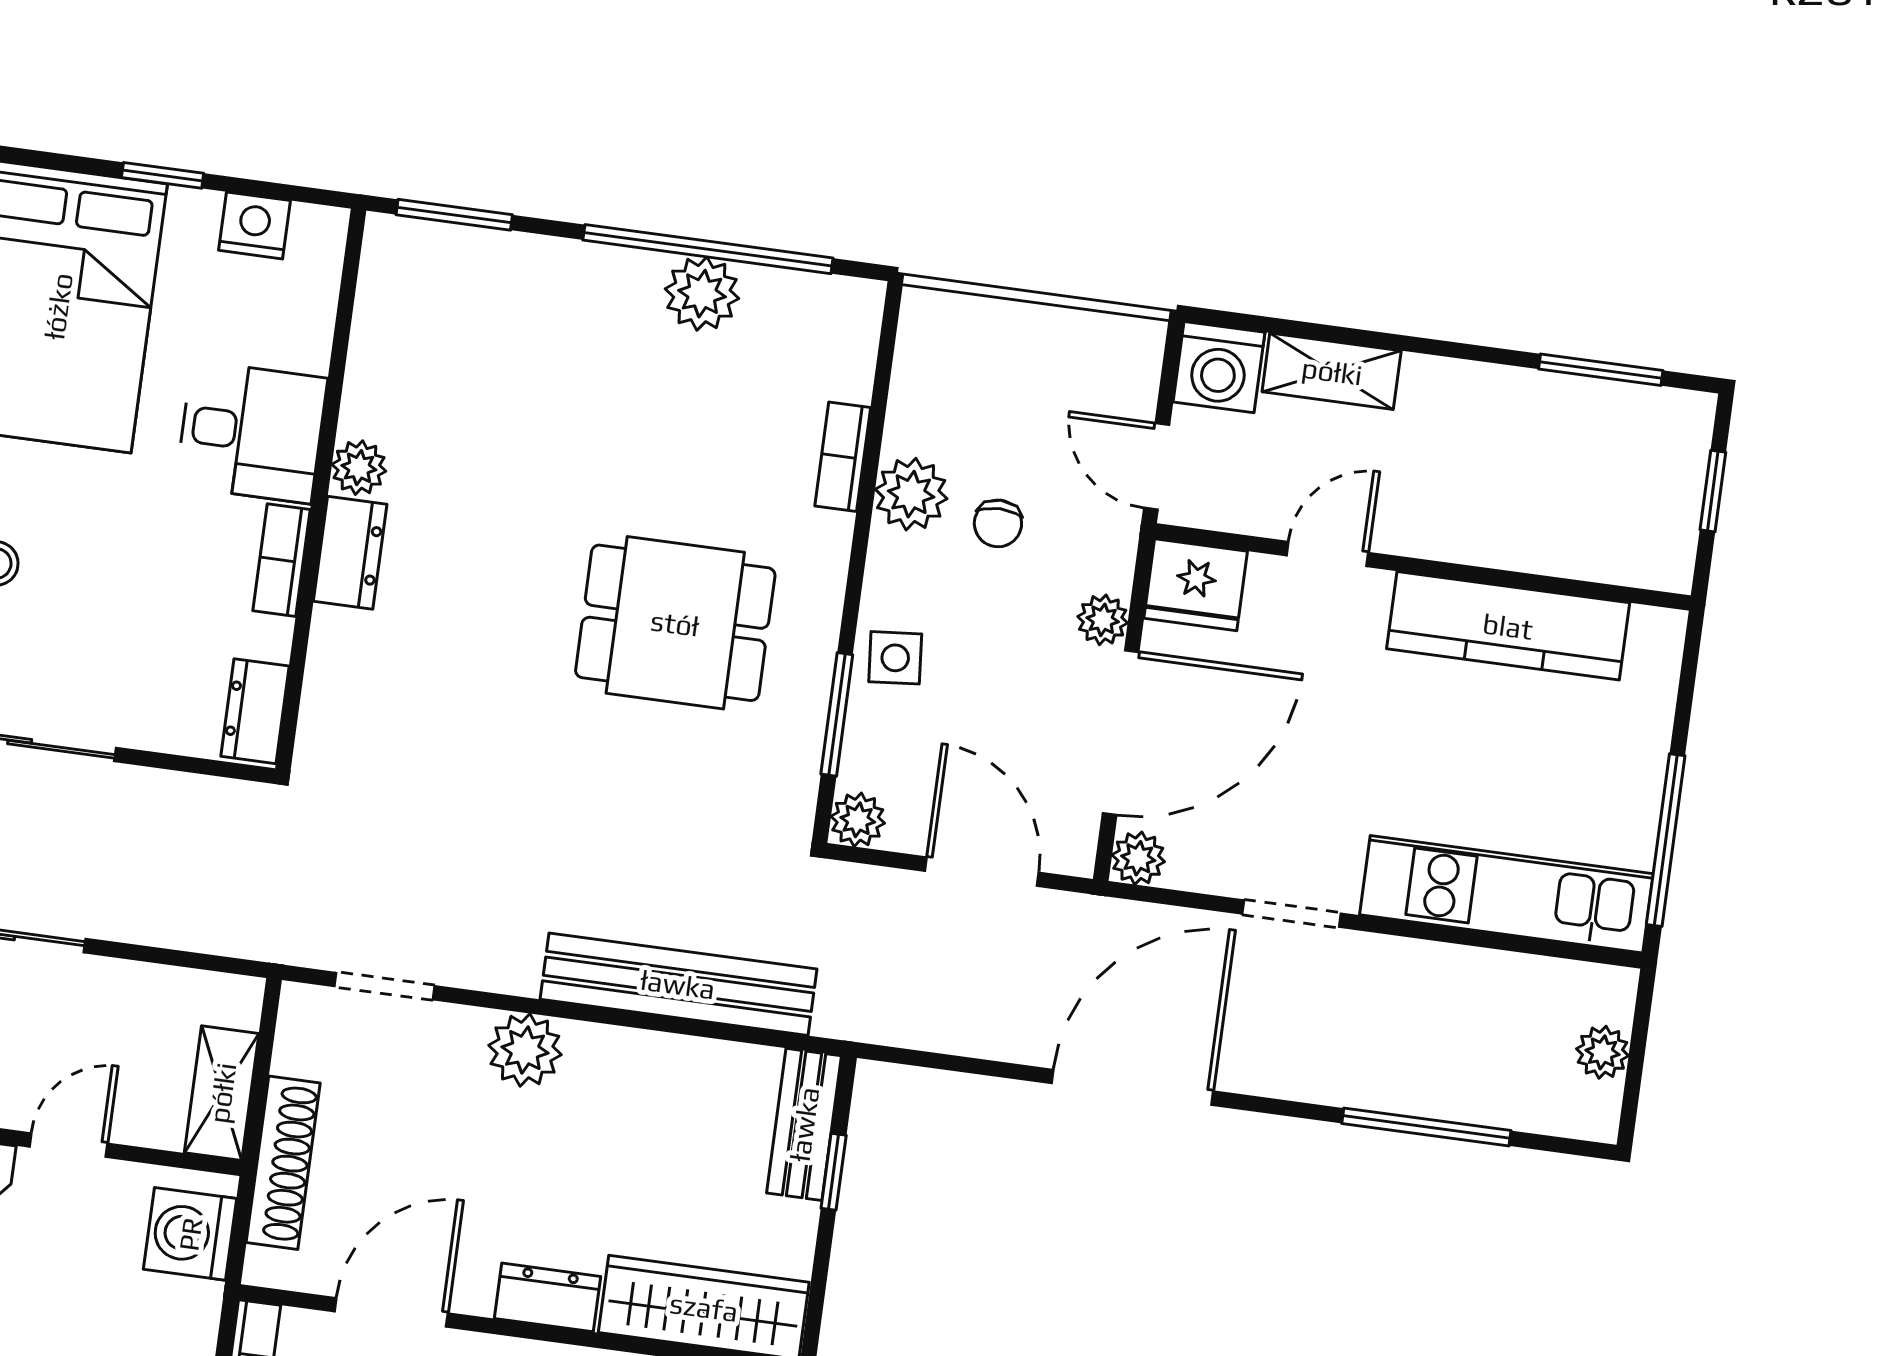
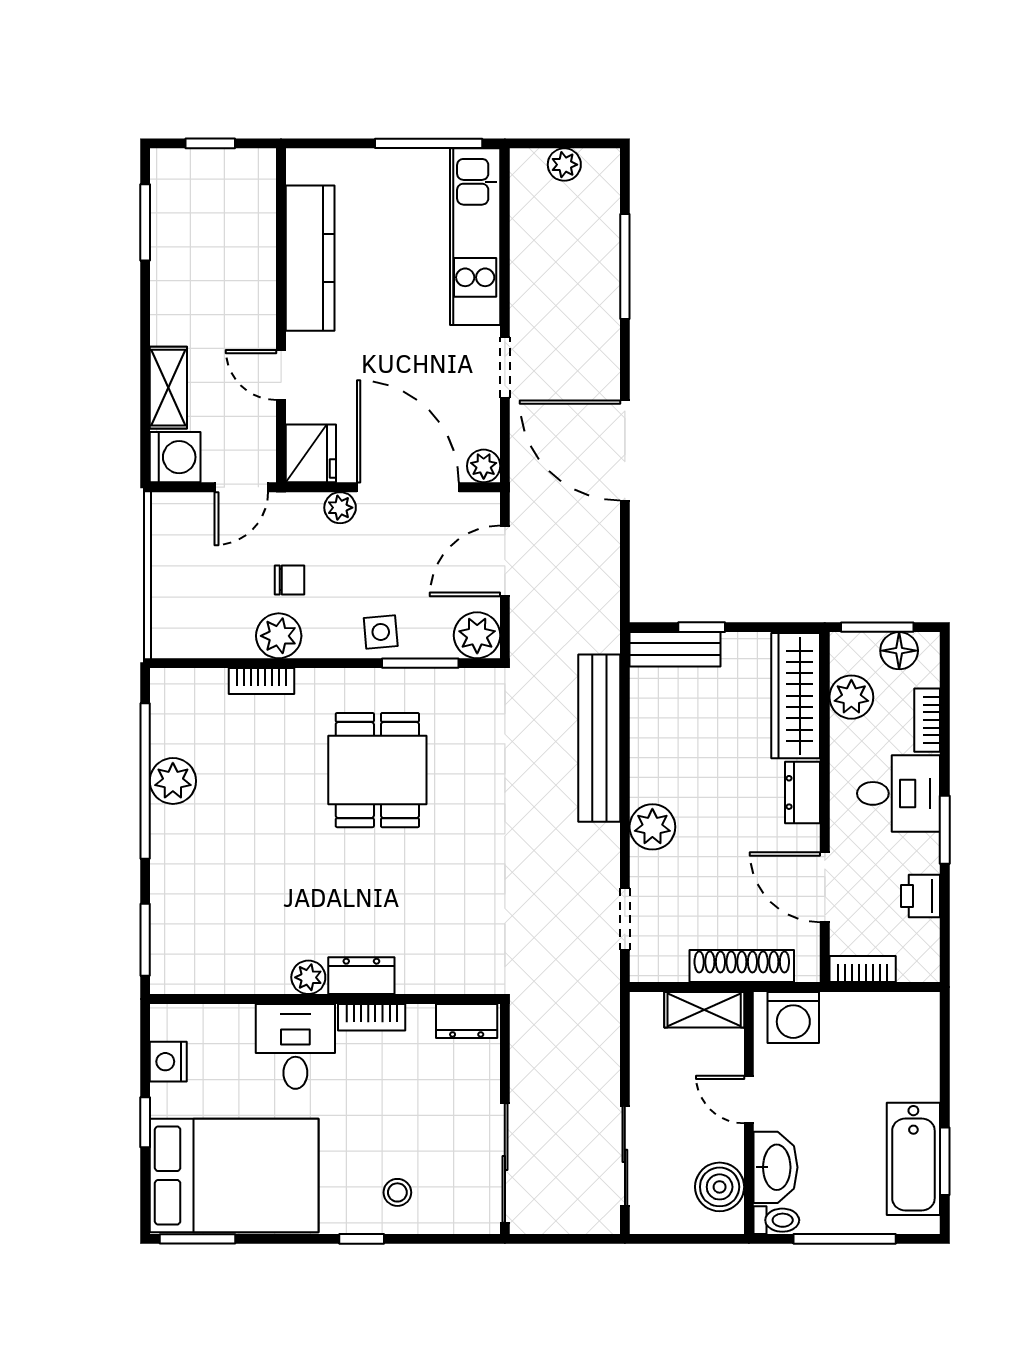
plant: (858, 820) -> (477, 635), width x1.38, depth x1.38

